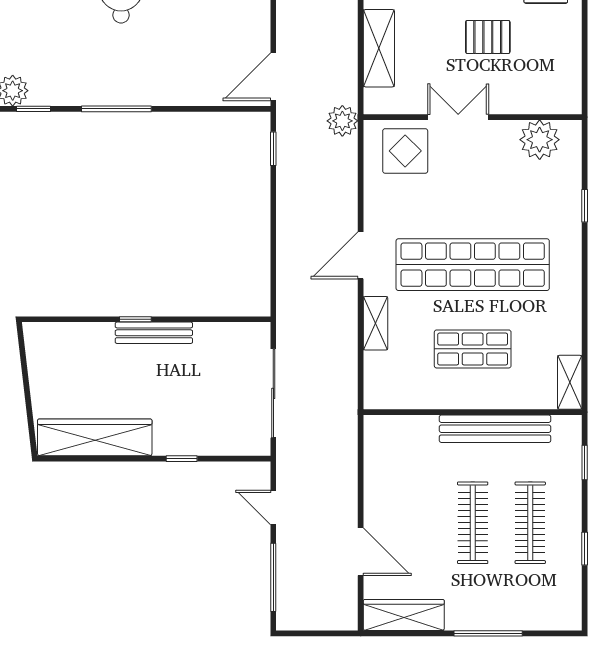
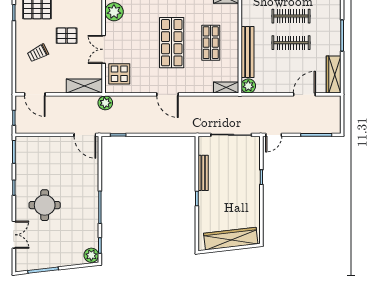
pallet: (488, 37) -> (67, 36), turned 90
shelving: (379, 48) -> (84, 86), moved
shop shelf: (473, 265) -> (172, 43), width x0.71
shelving: (376, 323) -> (226, 88), moved
bench: (154, 333) -> (203, 173), moved
bench: (495, 429) -> (248, 52), moved
plant: (379, 430) -> (248, 86), added
wardrobe: (95, 437) -> (231, 239), moved, turned 83
door: (273, 508) -> (274, 135), moved

